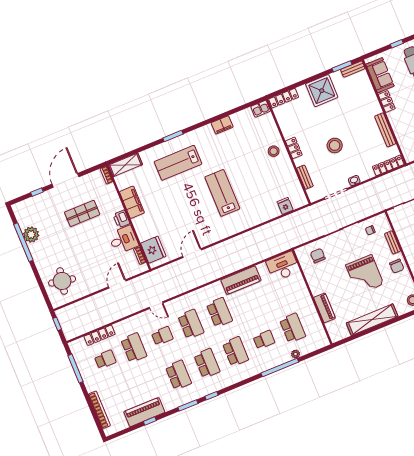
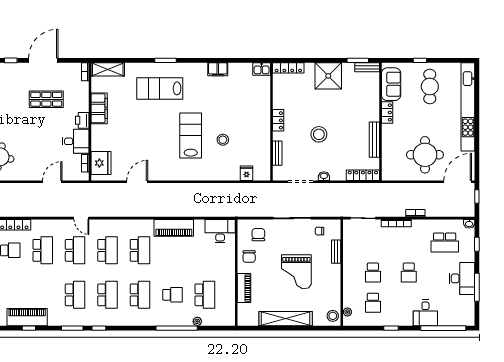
stool: (274, 151) -> (223, 140), moved
chair: (397, 266) -> (249, 256), moved
school desk: (162, 336) -> (75, 250), width x1.85

